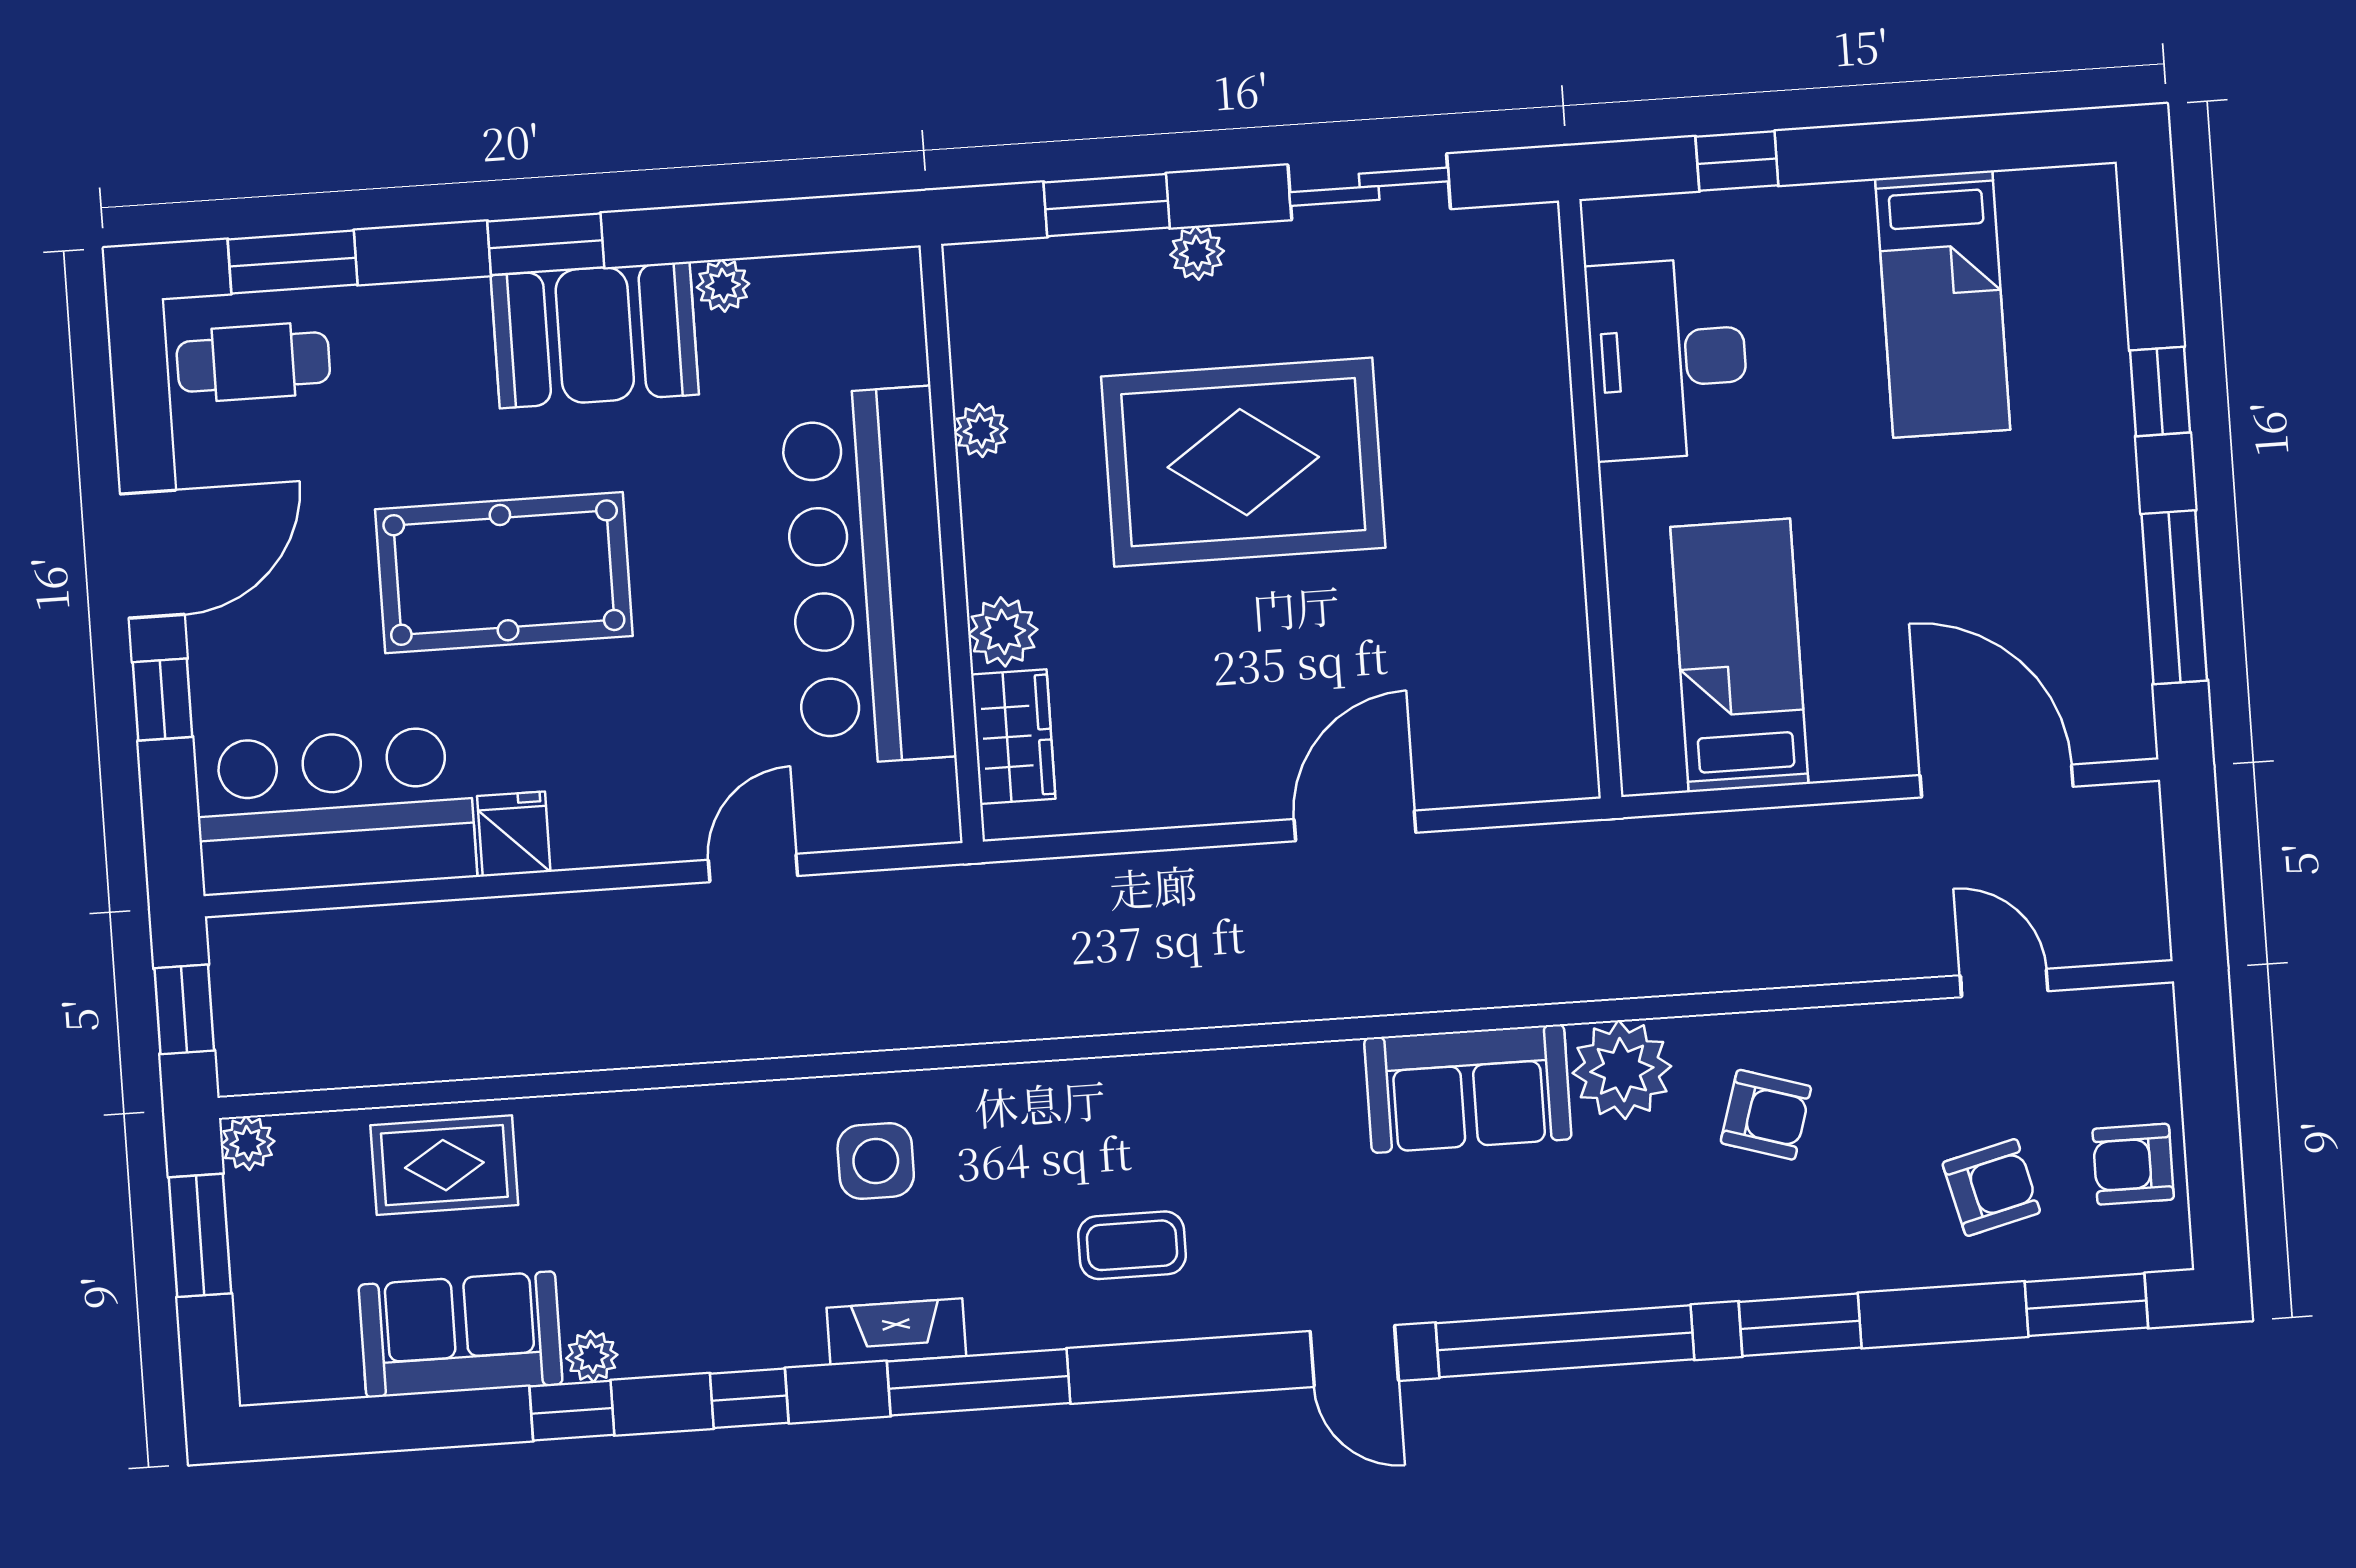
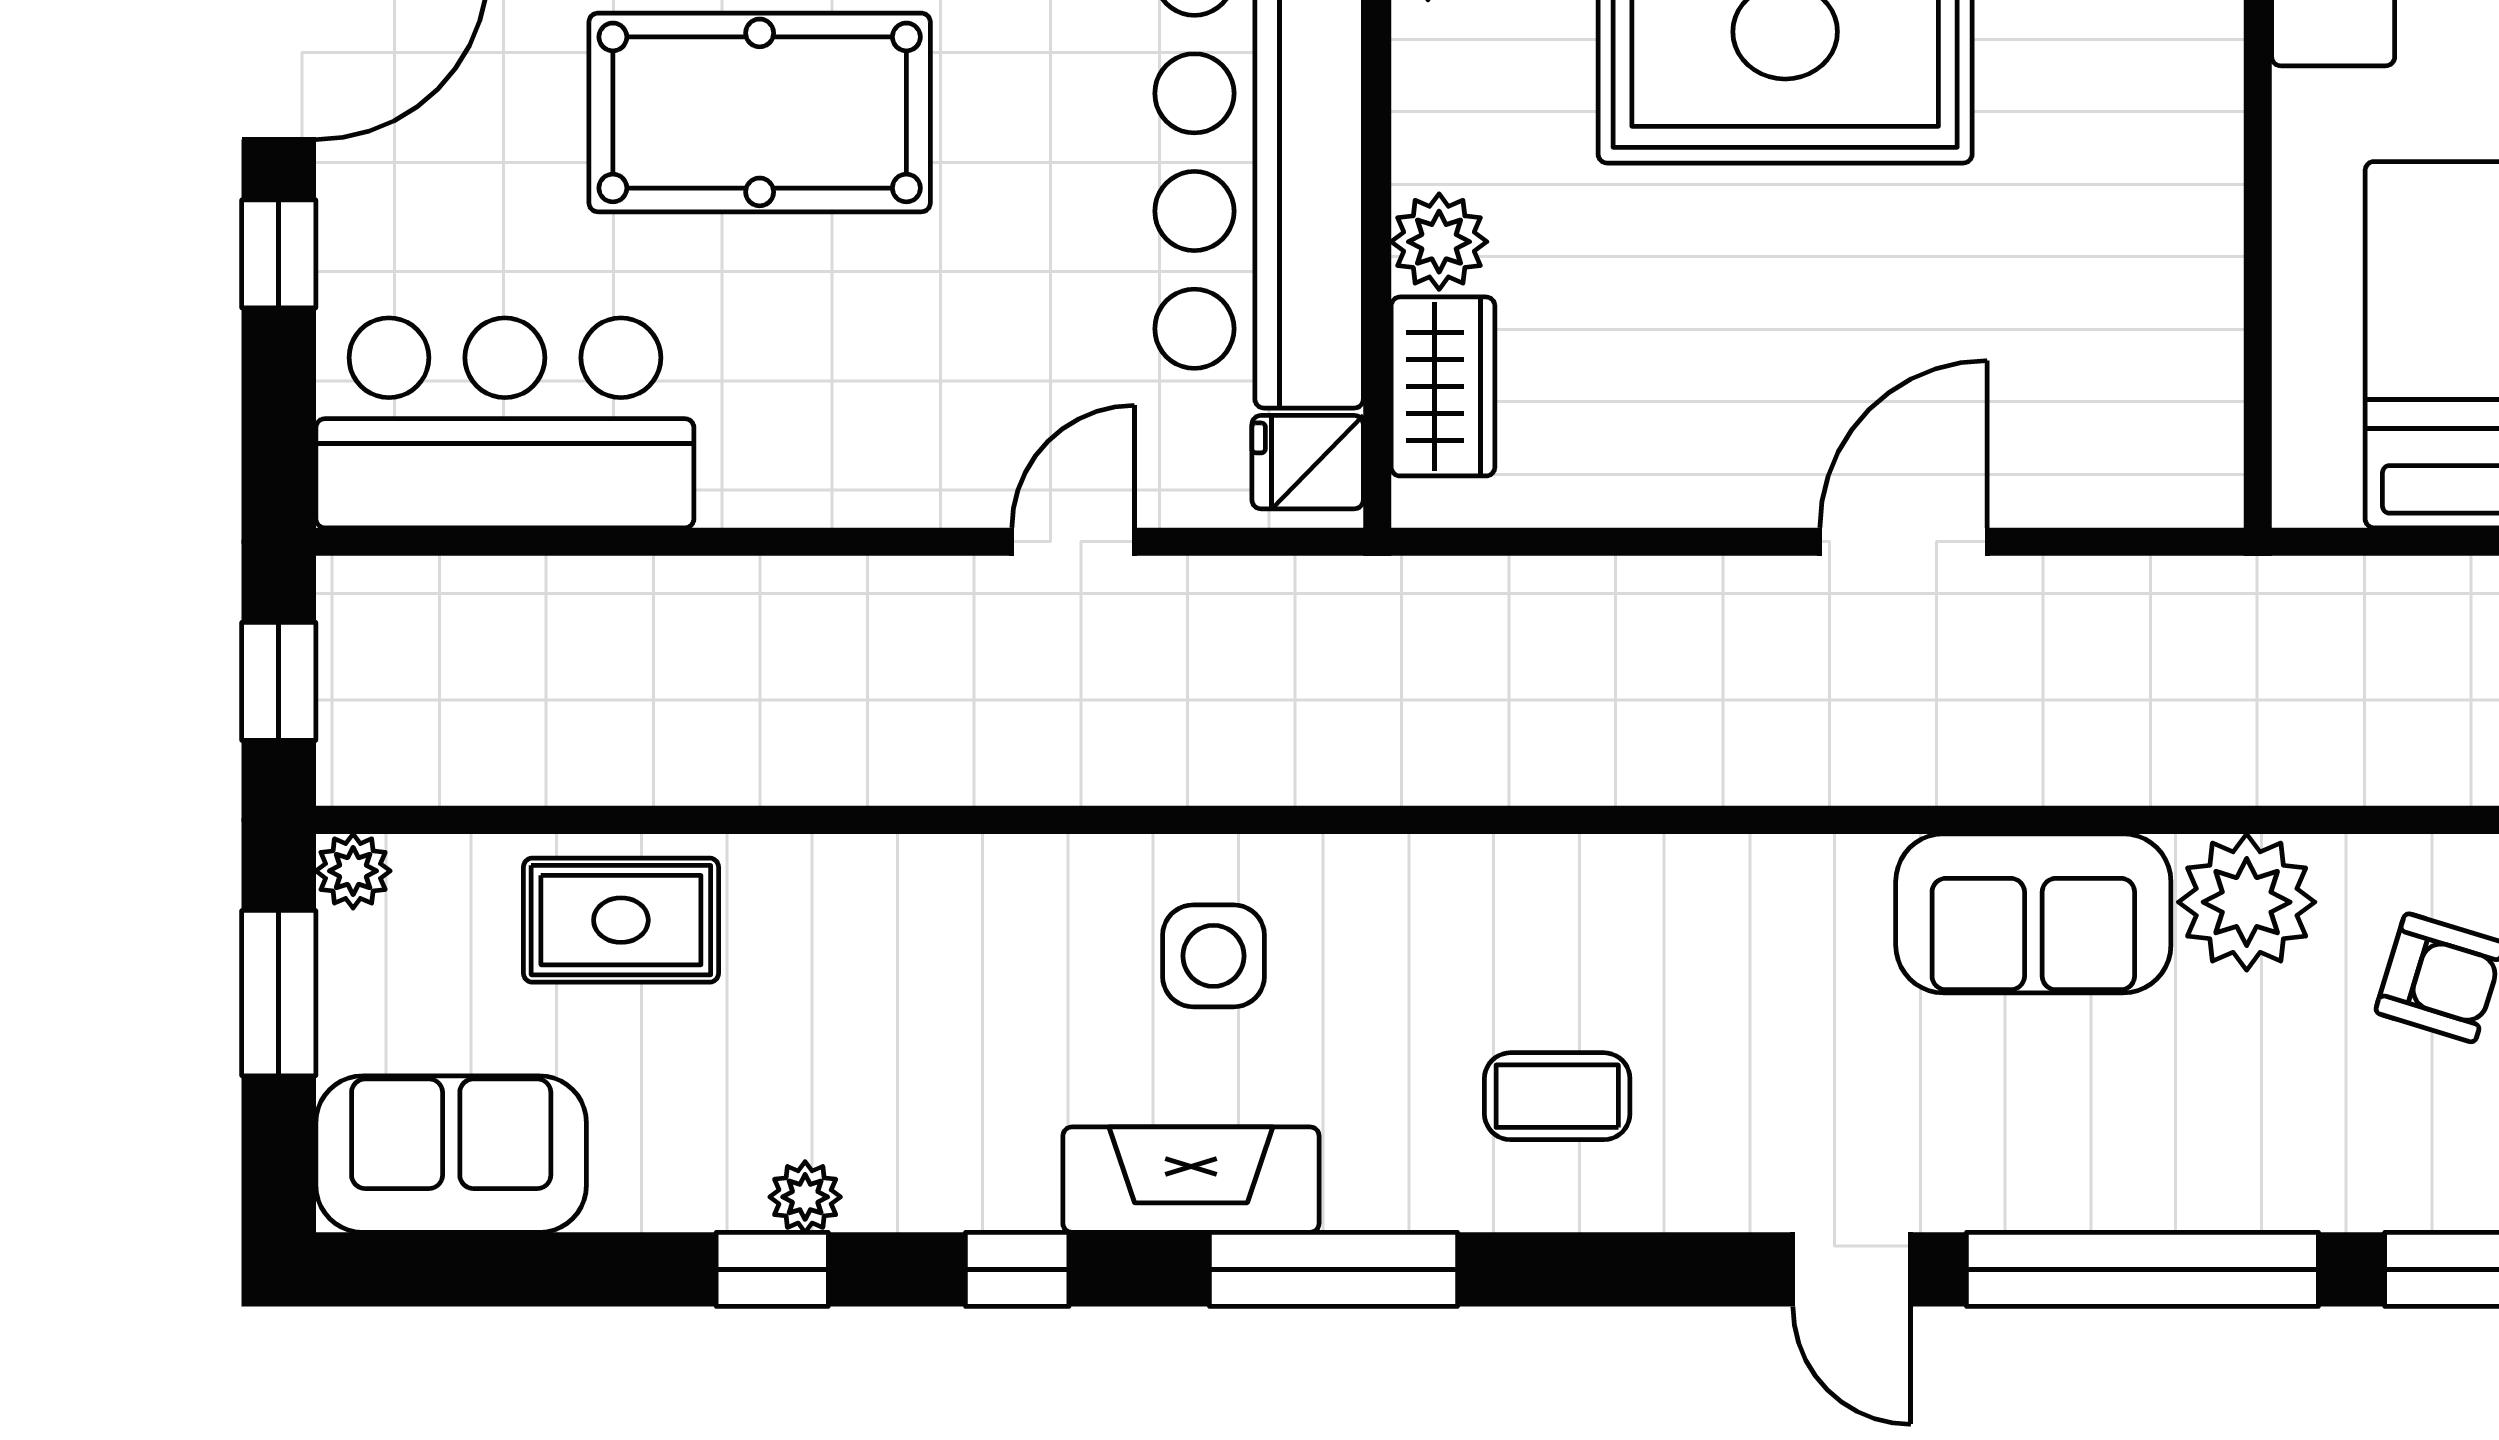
fridge: (514, 834) -> (1308, 462), moved, turned -90
fireplace: (896, 1332) -> (1191, 1180), width x1.37, depth x1.32
sofa: (461, 1334) -> (451, 1154), moved

